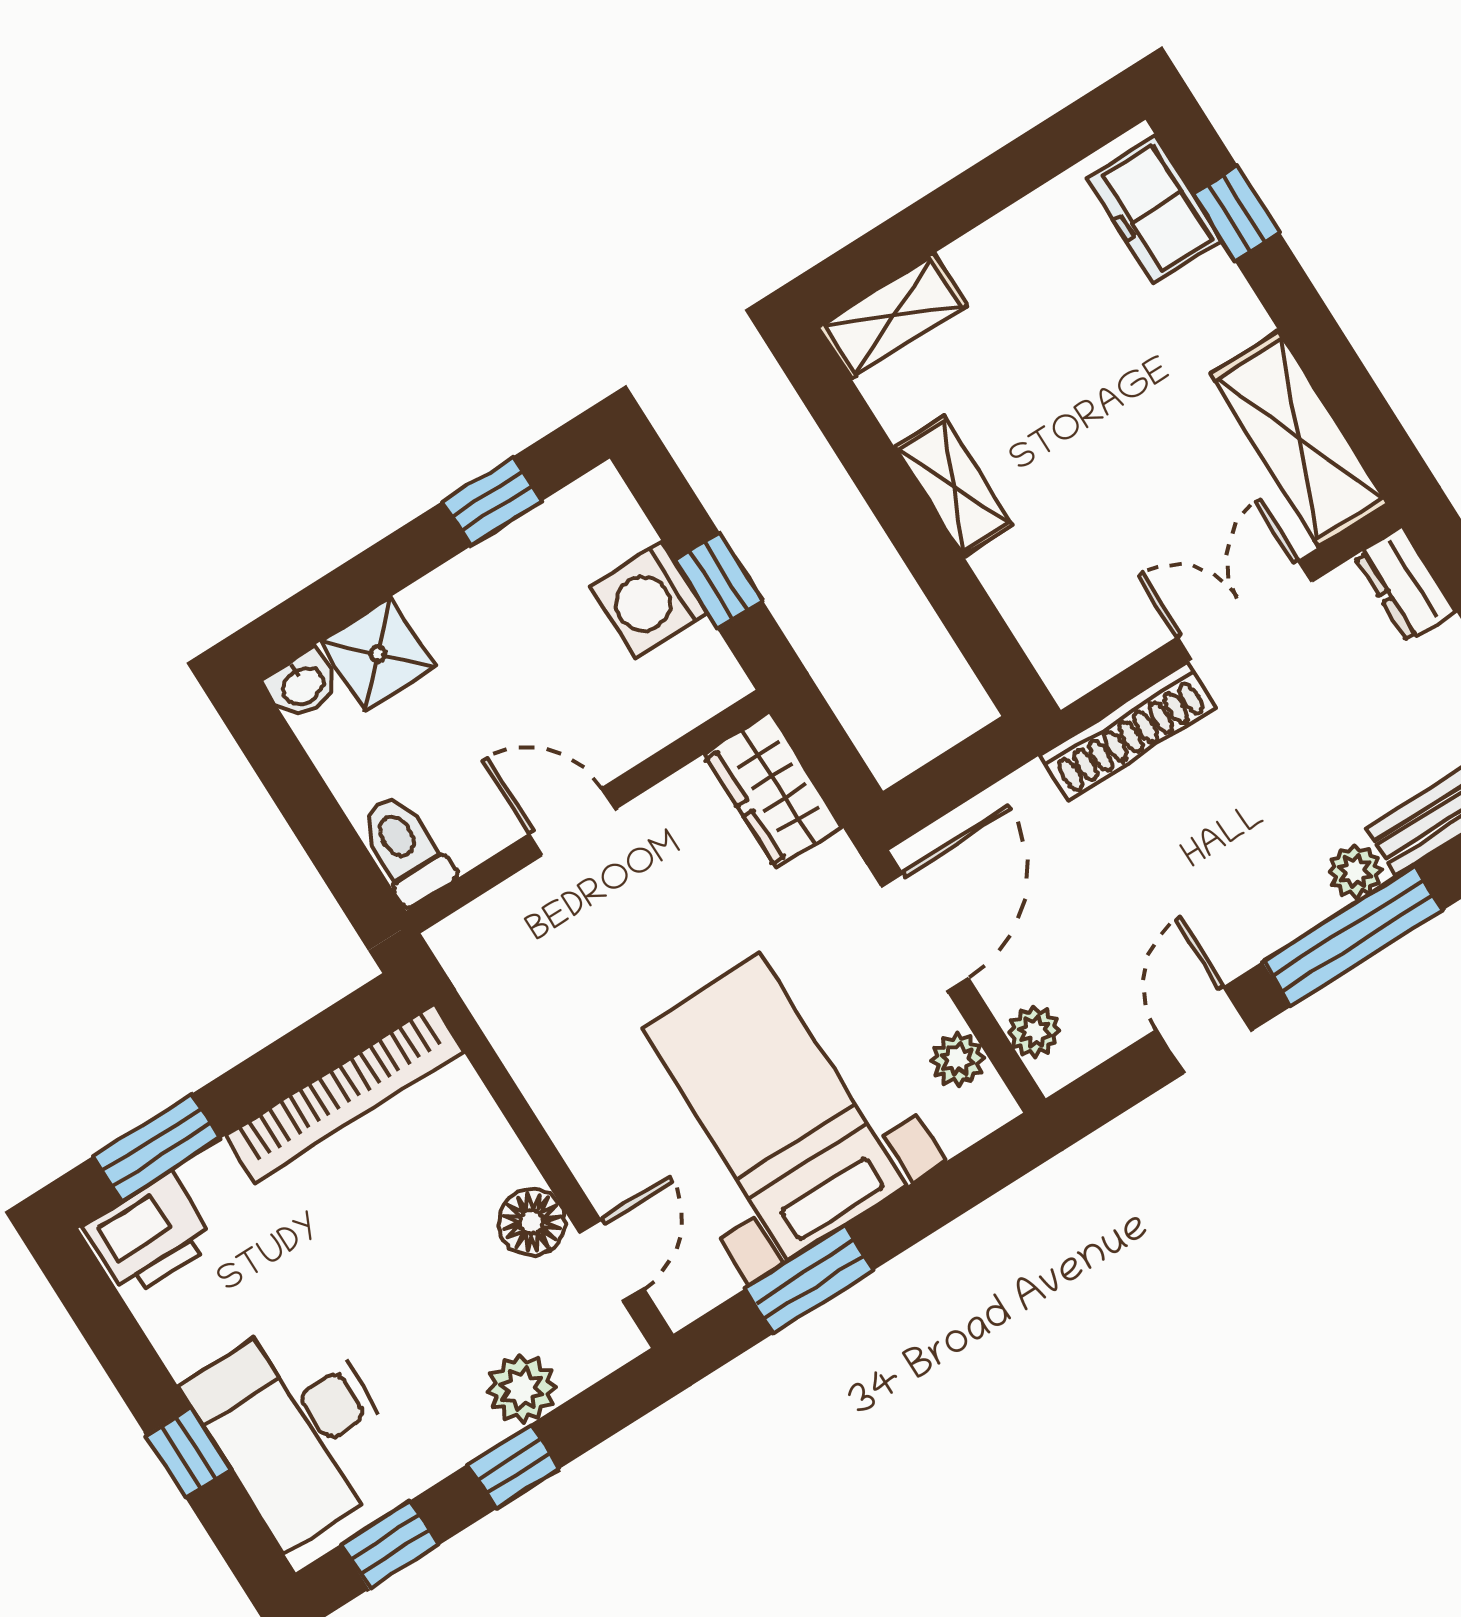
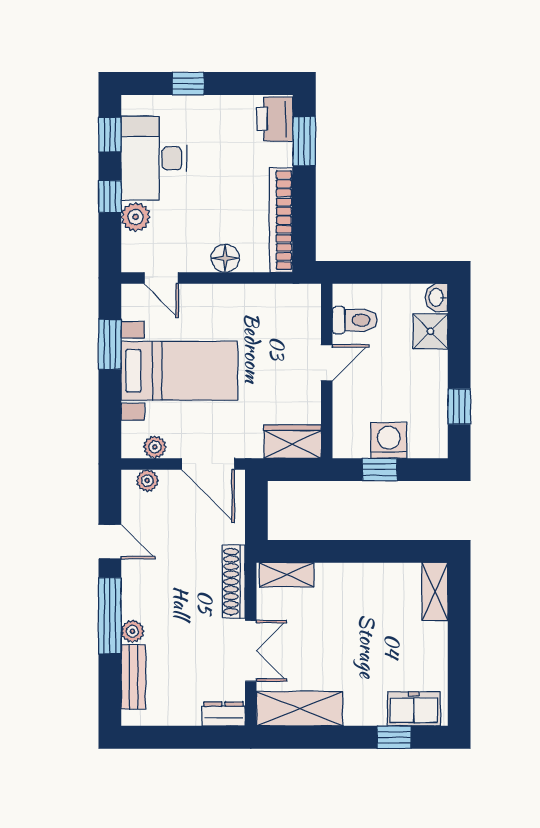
shelving: (953, 486) -> (287, 575), moved
toilet: (405, 849) -> (355, 320), moved
floor lamp: (532, 1222) -> (225, 258), moved
desk: (297, 1428) -> (154, 158), moved, turned -90

